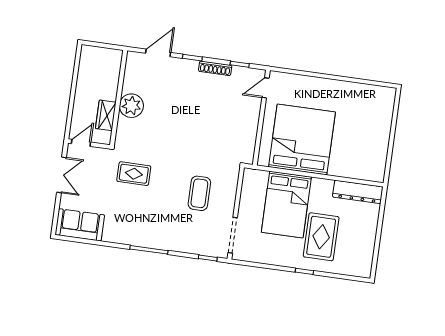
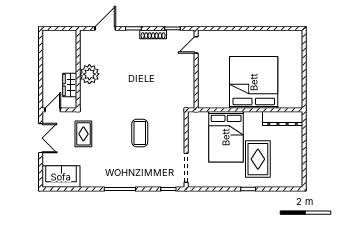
bed: (302, 140) -> (254, 82), moved
rug: (134, 174) -> (83, 134), moved, turned 90
coffee table: (199, 193) -> (140, 133), moved

